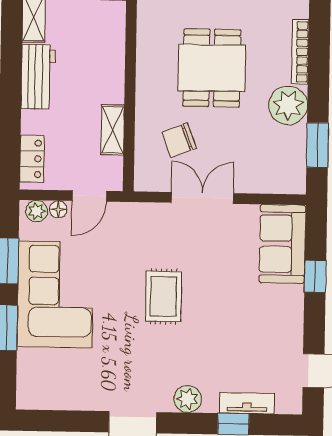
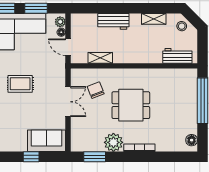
workbench: (38, 77) -> (113, 21), moved
locker: (32, 159) -> (85, 19), removed

